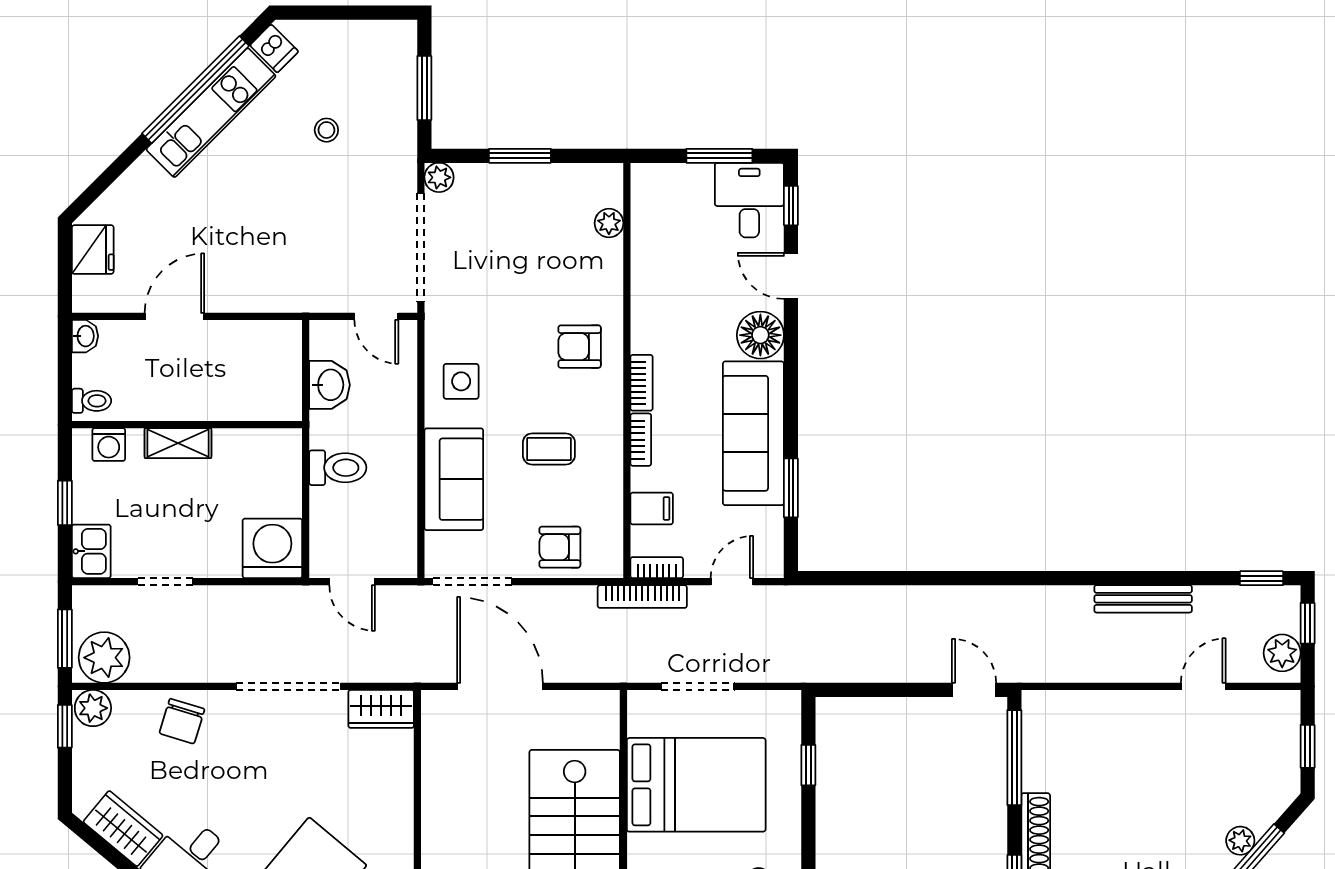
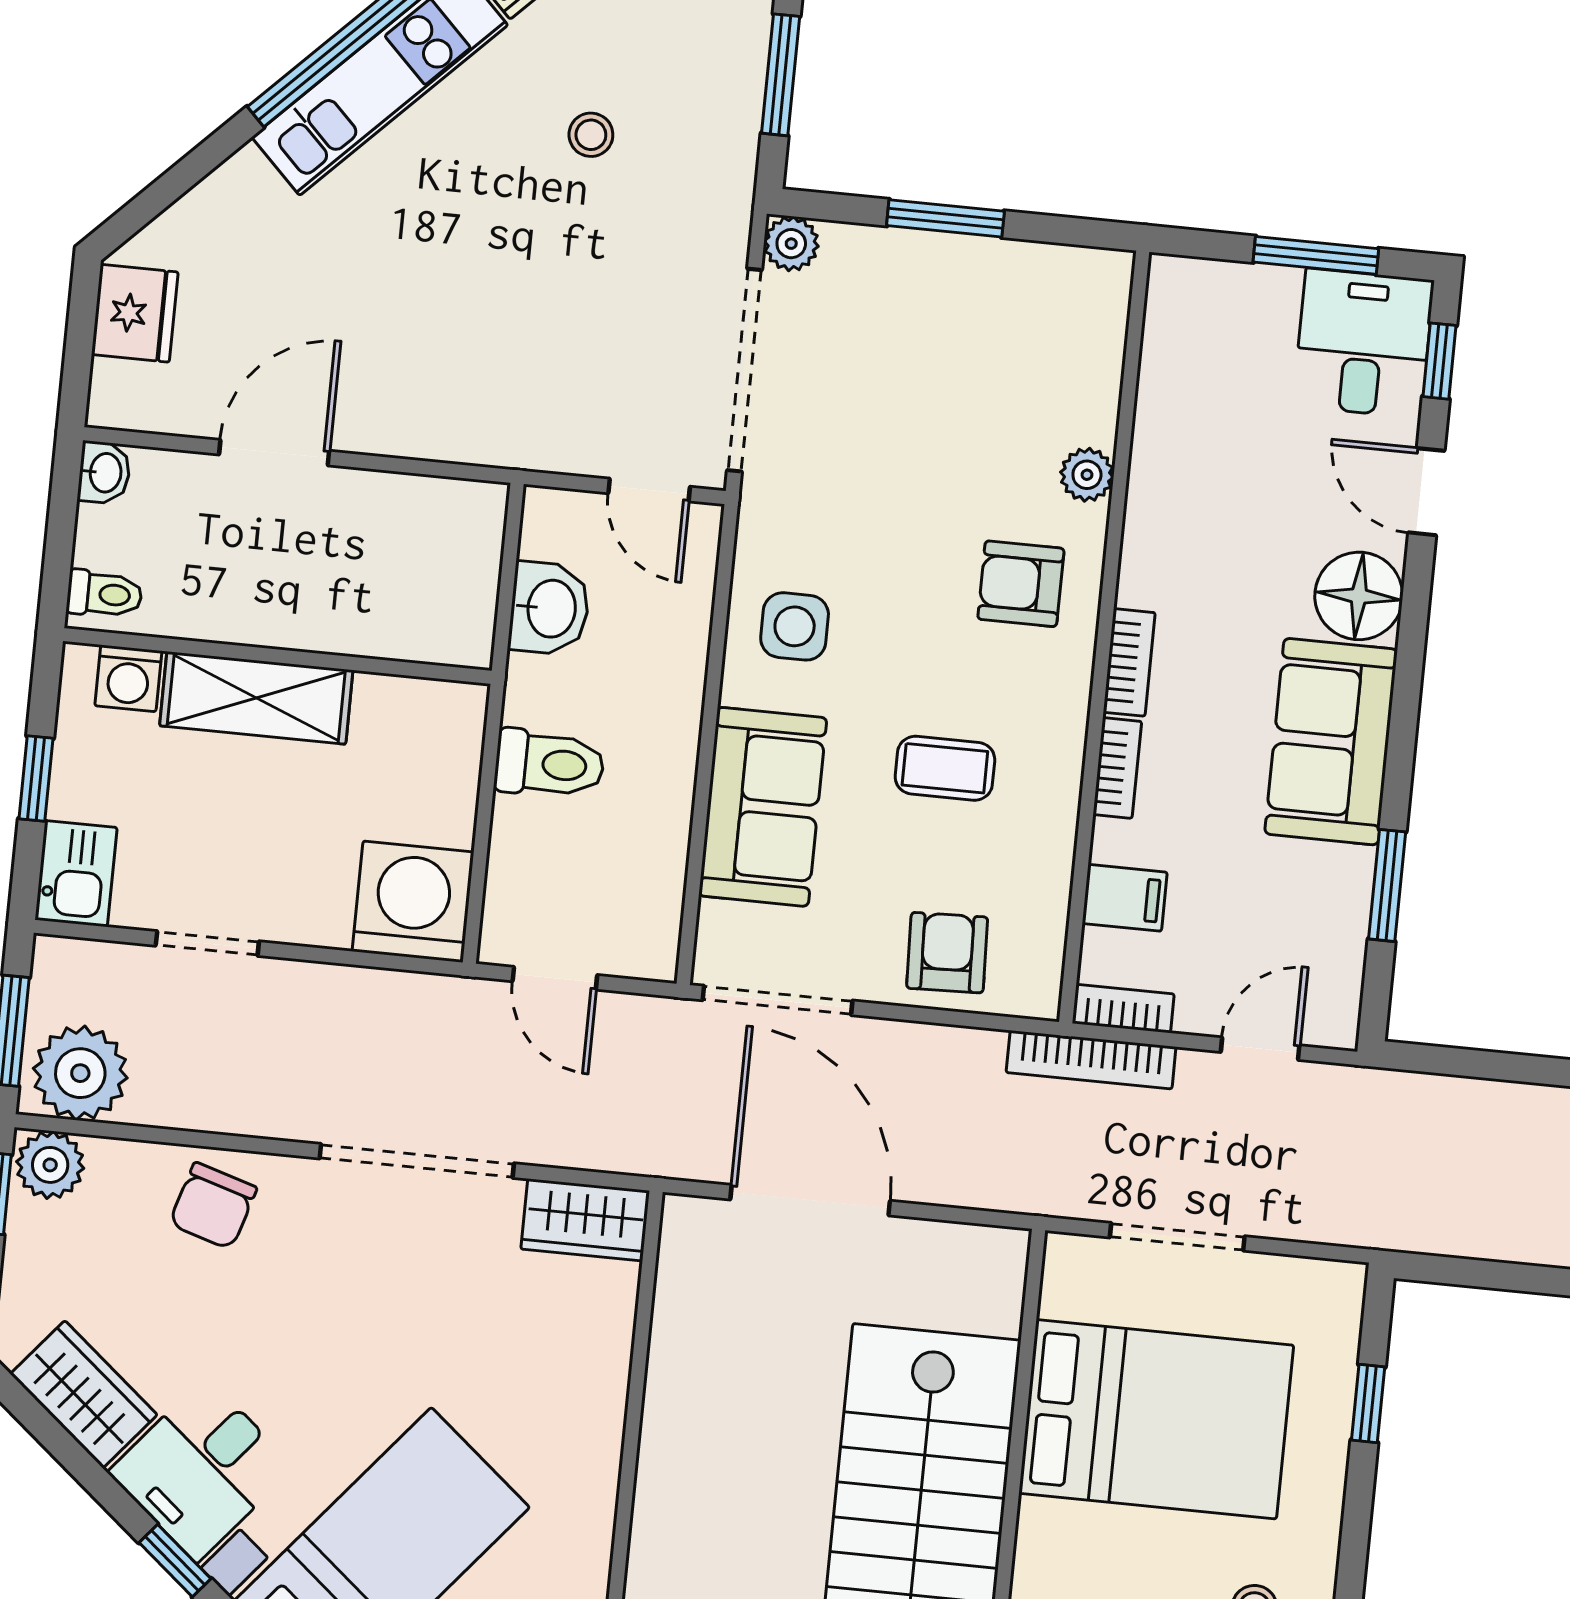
plant: (609, 223) -> (1087, 475), moved
sofa: (753, 433) -> (1331, 742), width x0.73
shelving: (178, 443) -> (256, 698), width x1.50, depth x1.33
armchair: (560, 547) -> (947, 953), turned 88

